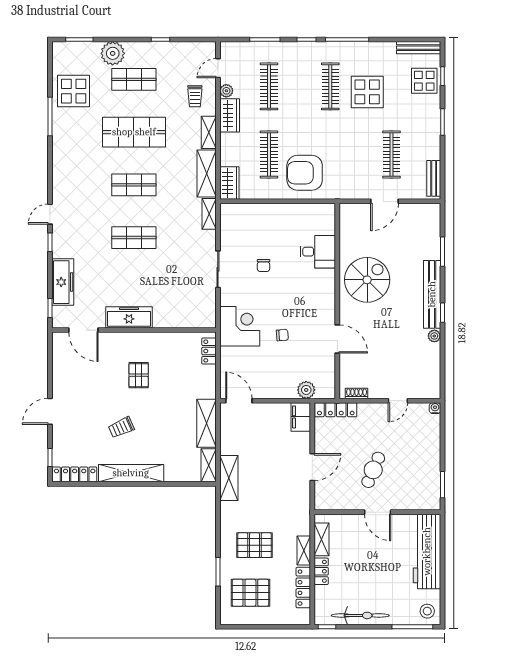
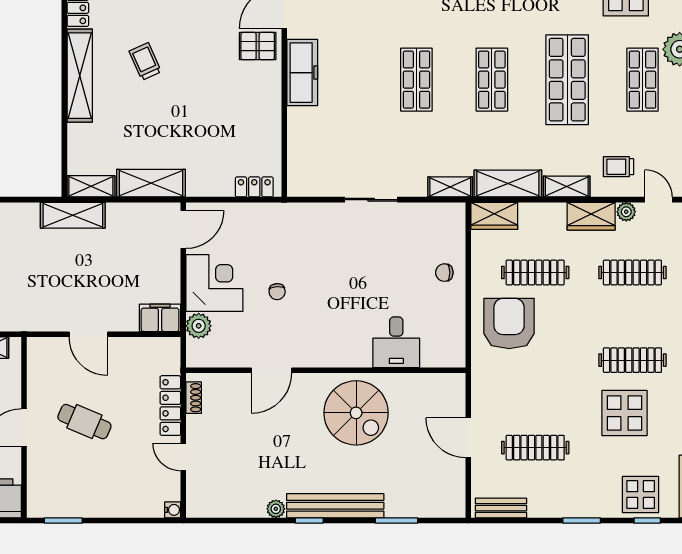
chair: (263, 265) -> (444, 273), moved
corner desk: (240, 326) -> (214, 283), moved, turned -90
pallet: (139, 375) -> (258, 46), moved
locker: (336, 410) -> (170, 406), moved

